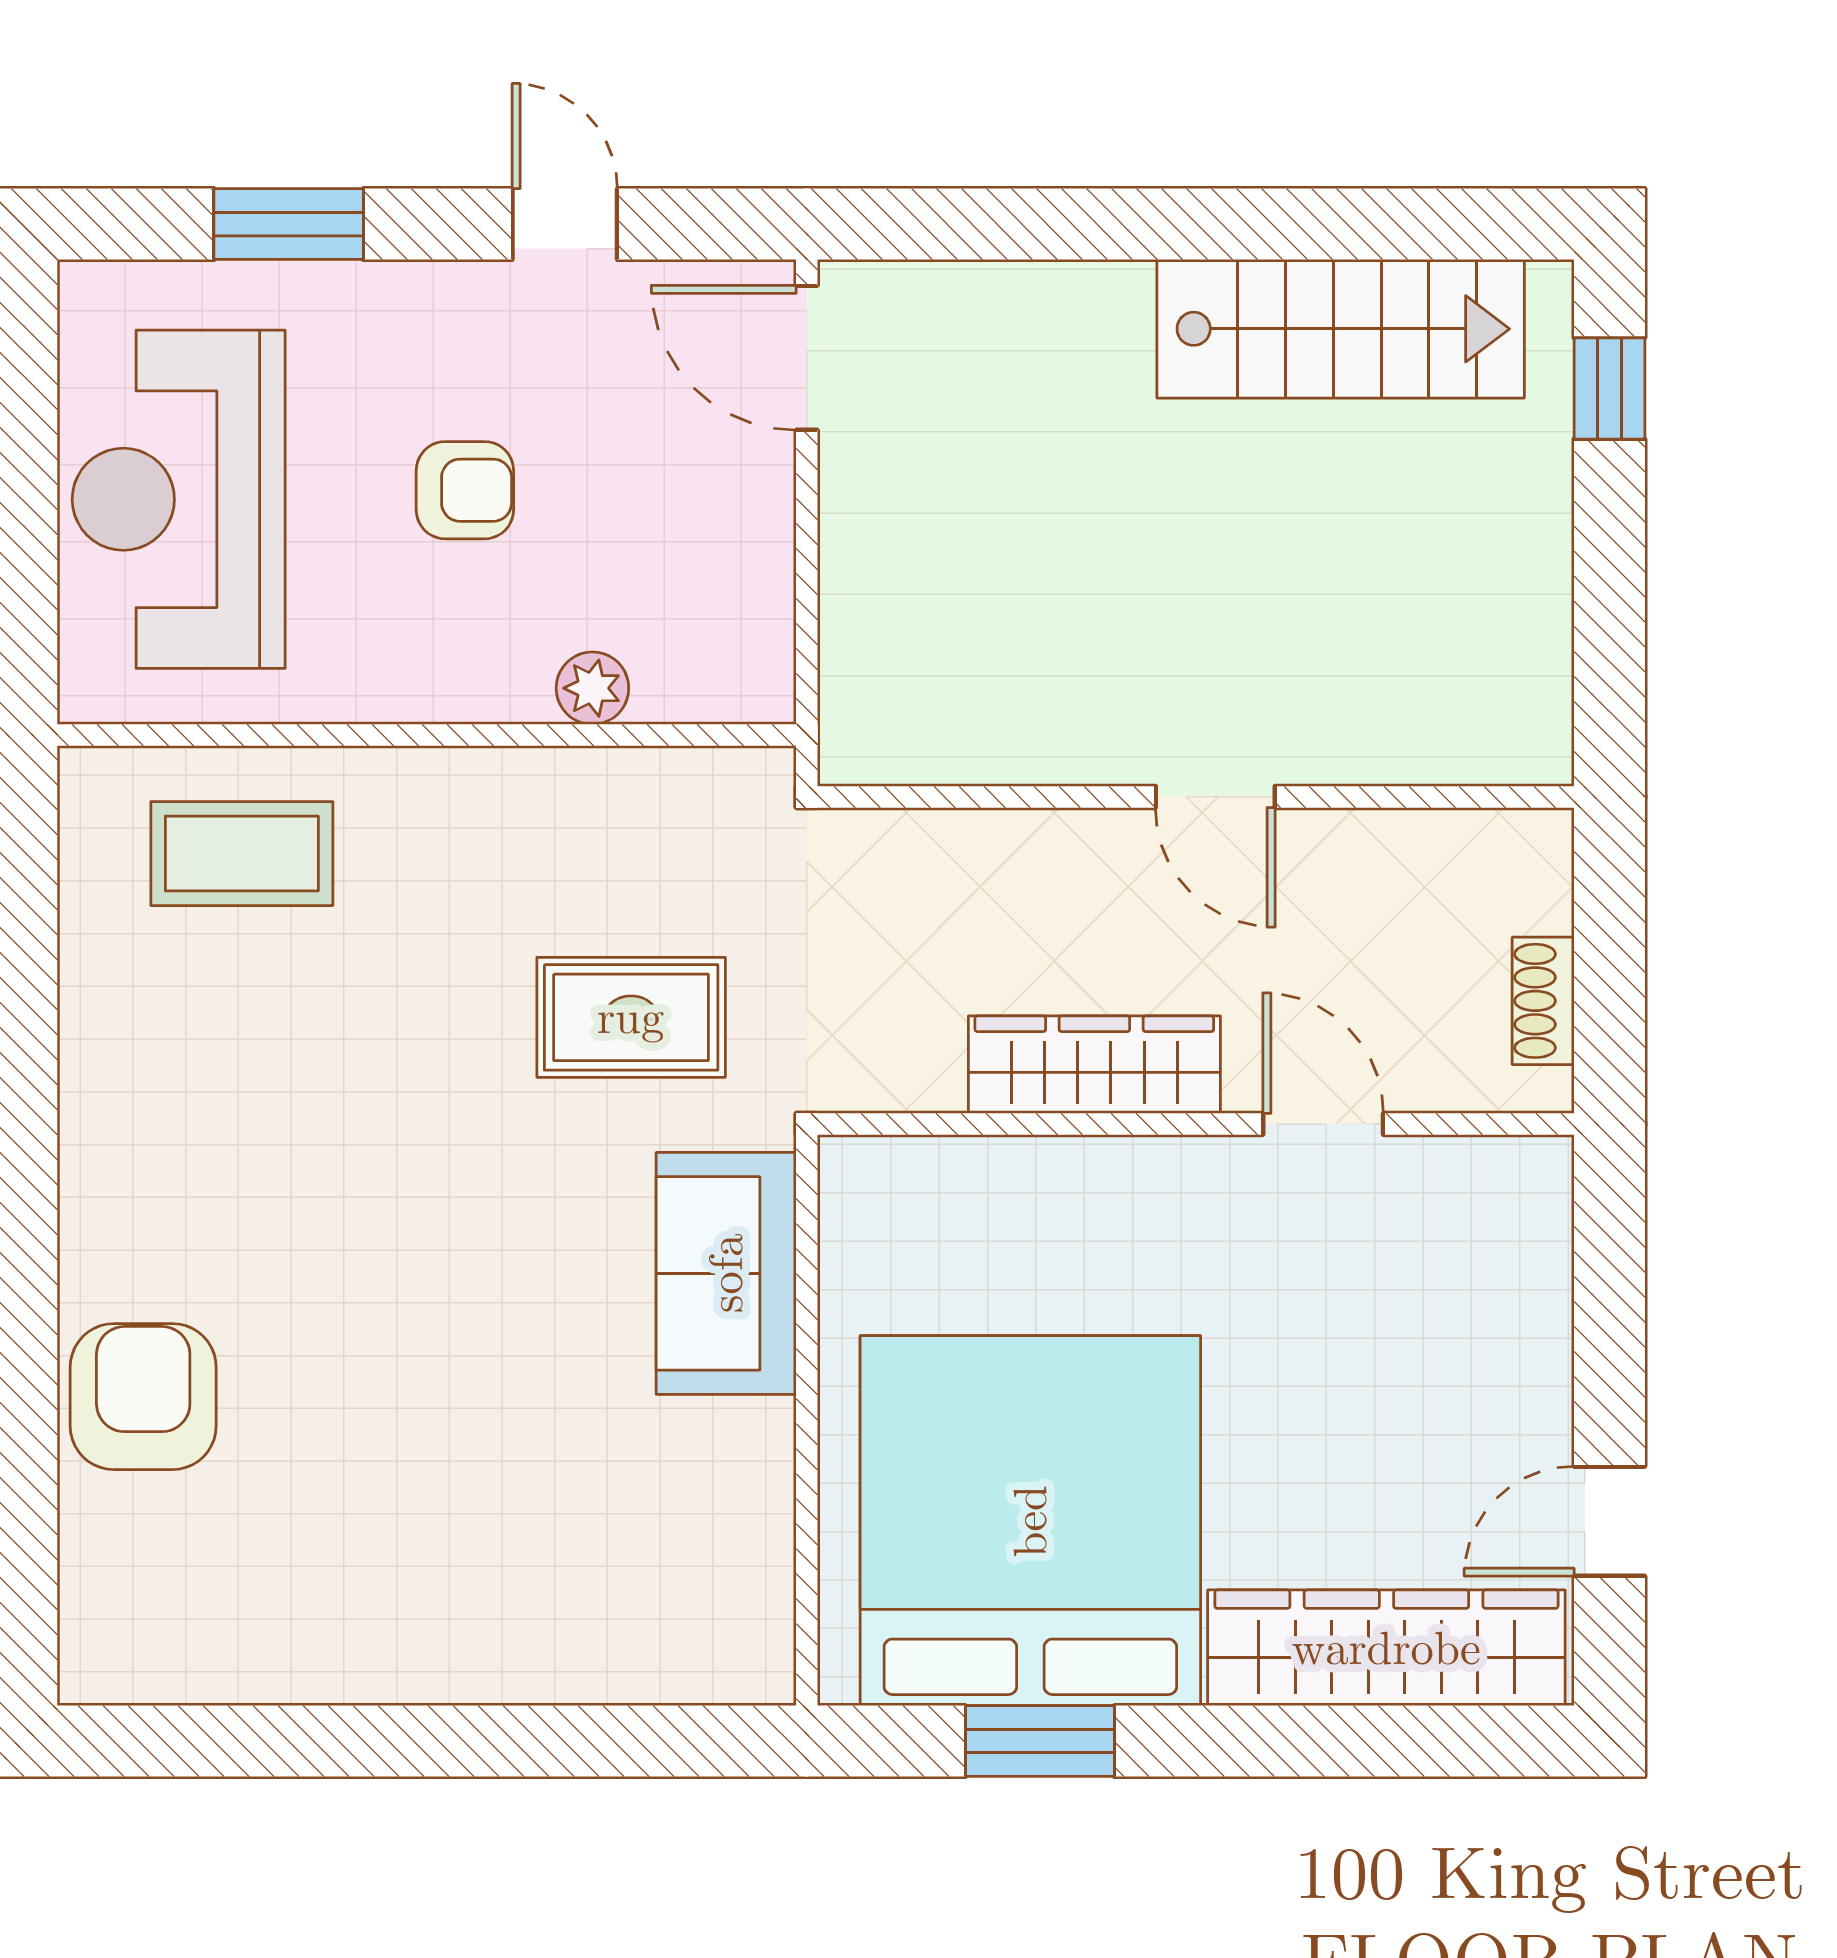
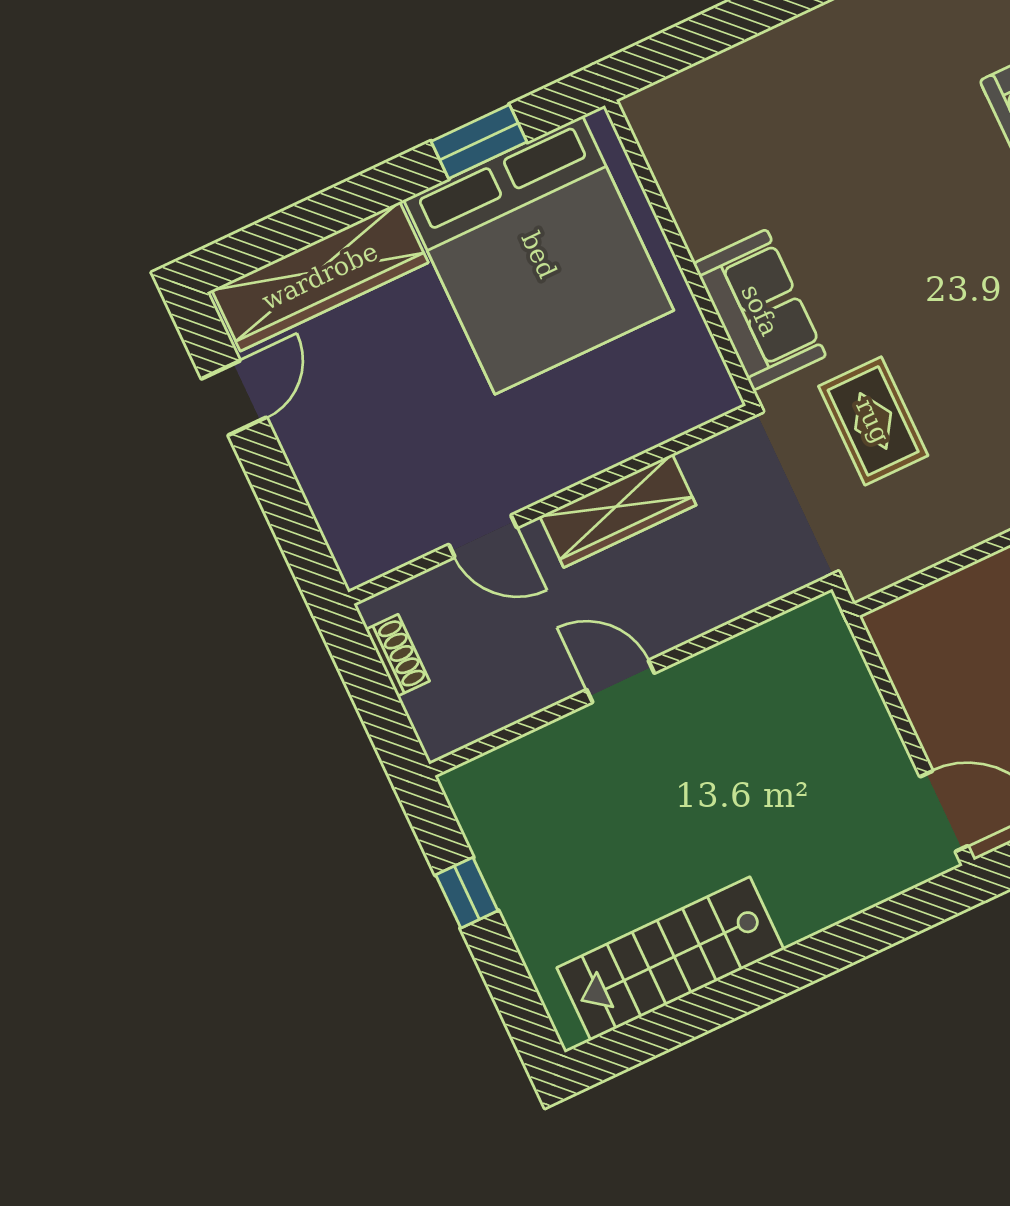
window: (1609, 388) -> (467, 893), moved
plant: (592, 688) -> (975, 584), removed
rug: (631, 1017) -> (873, 421), turned 90

